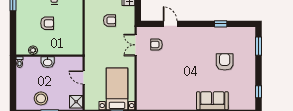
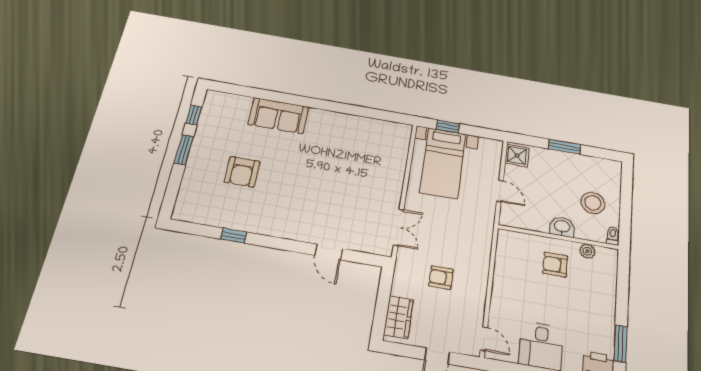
armchair: (47, 23) -> (555, 265), moved
armchair: (157, 45) -> (360, 222), removed
window: (258, 46) -> (184, 150), moved
stool: (41, 98) -> (593, 203), moved

